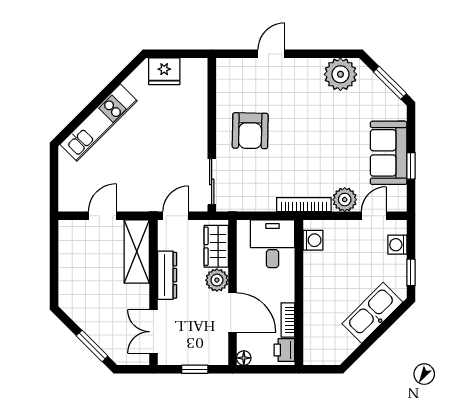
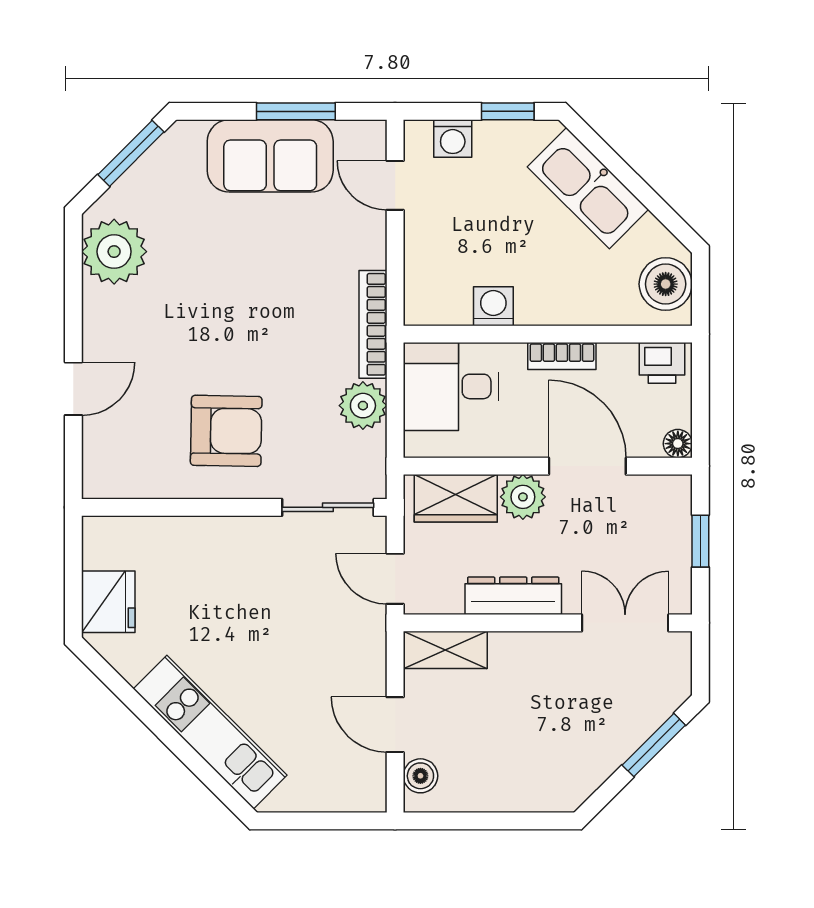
door: (271, 54) -> (73, 389), swing flipped
window: (411, 166) -> (296, 111), width x1.50
plant: (345, 200) -> (363, 406), moved
boiler: (77, 228) -> (420, 776), added
washing machine: (313, 240) -> (493, 306), moved
shelving: (137, 251) -> (445, 650), width x0.67, depth x0.75
door: (232, 312) -> (587, 466), hinge flipped
bookcase: (288, 320) -> (562, 356), moved
double door: (154, 332) -> (625, 623), swing flipped
boiler: (324, 352) -> (666, 284), added

